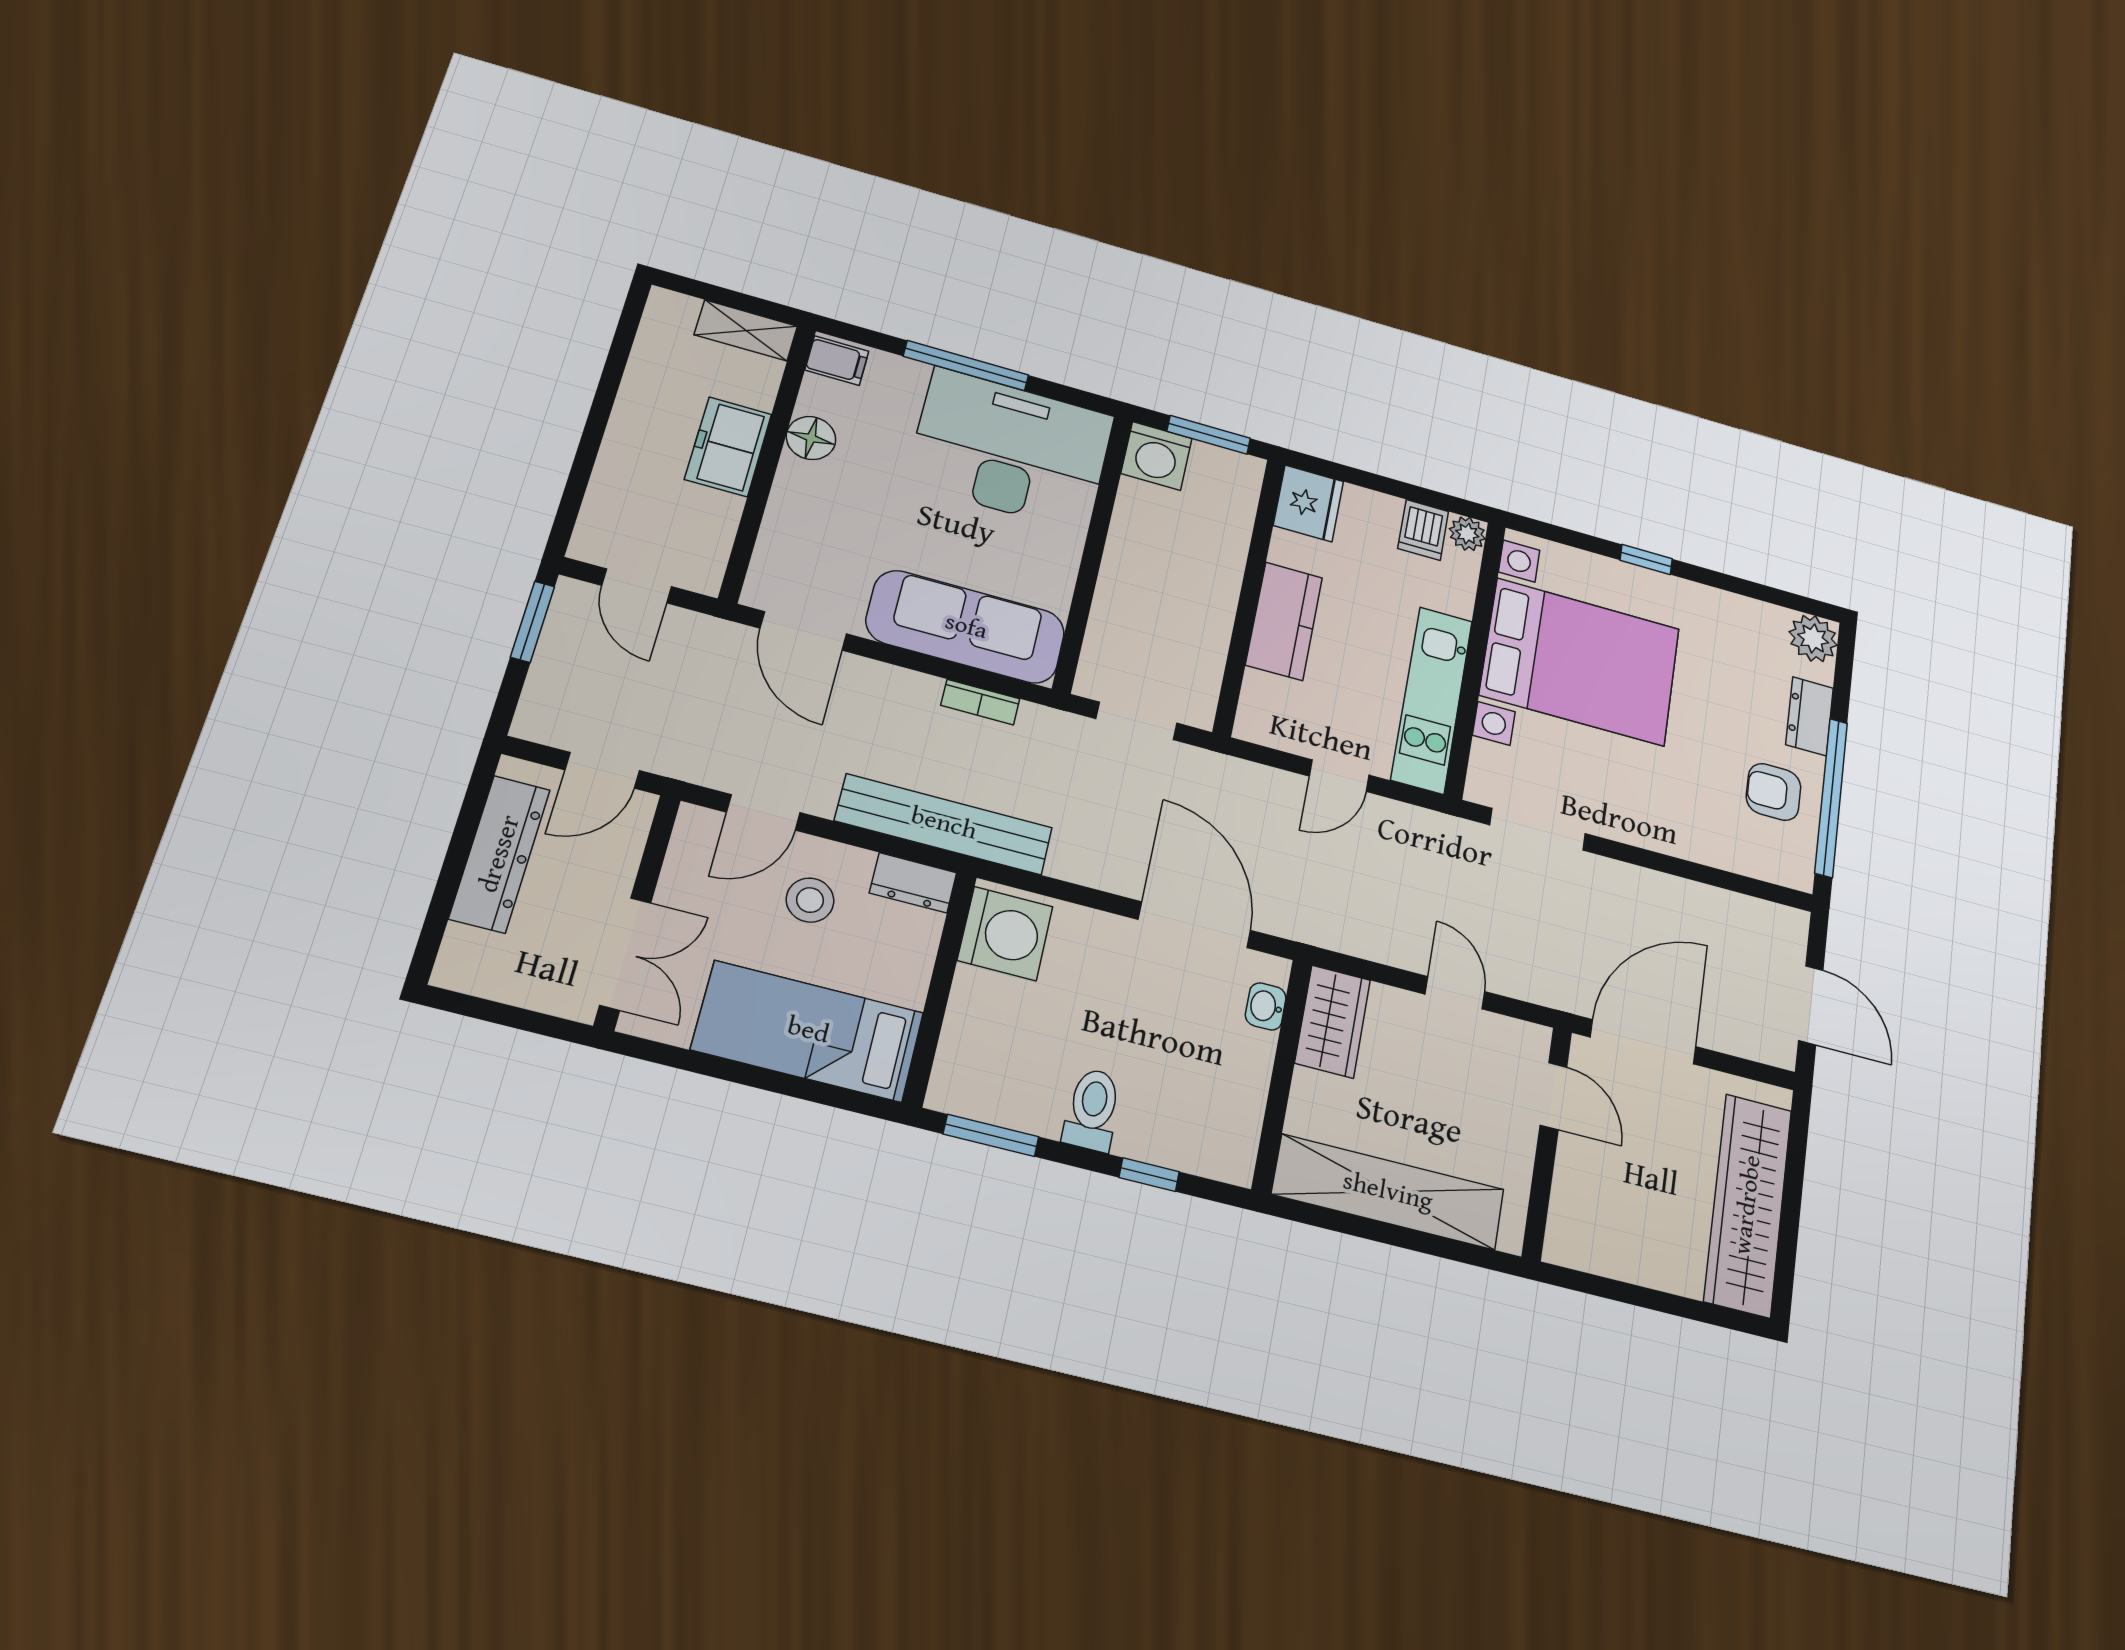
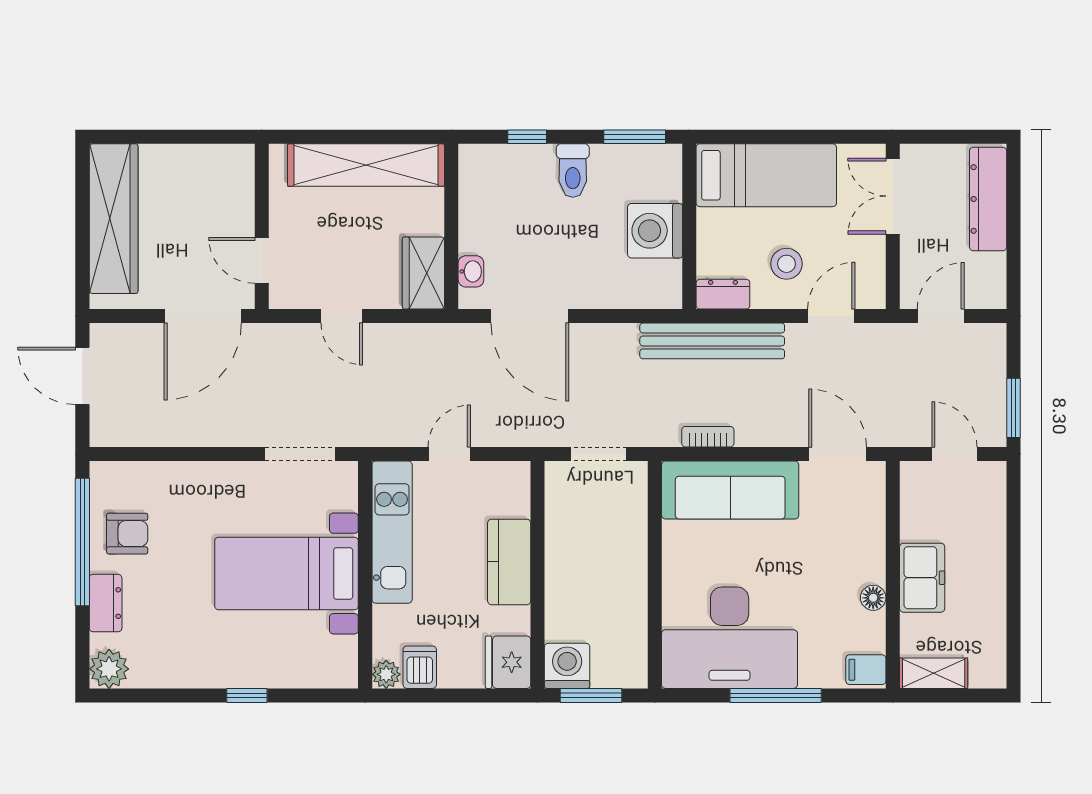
floor lamp: (811, 438) -> (873, 598), width x0.73, depth x0.73
washing machine: (1156, 456) -> (567, 666), moved
bed with nightstands: (1580, 662) -> (287, 573), width x0.73
dresser: (500, 854) -> (988, 199), moved
washing machine: (1005, 933) -> (655, 231), moved

